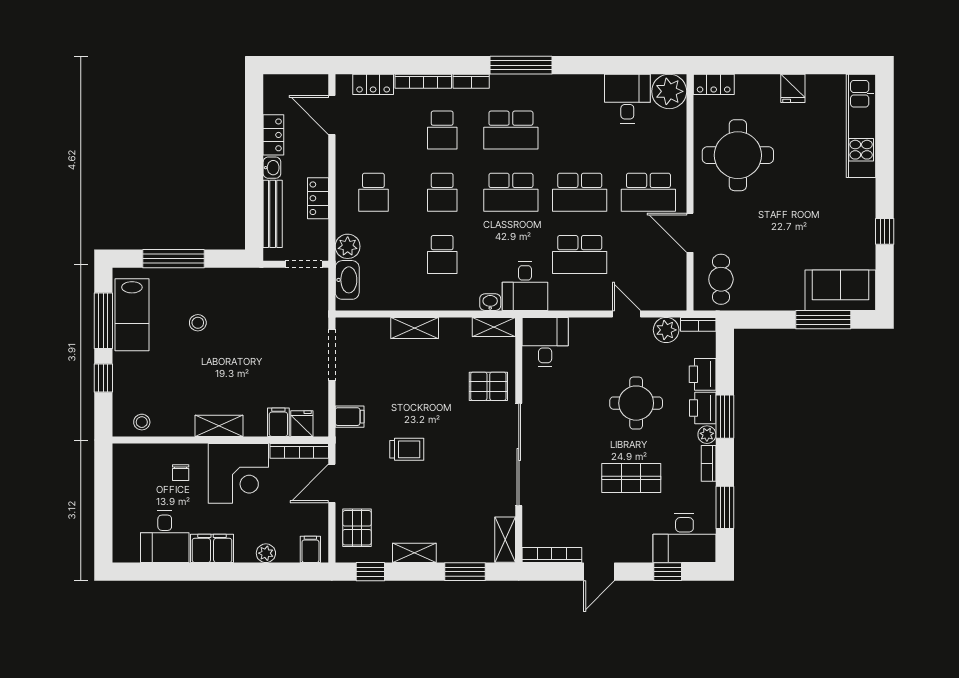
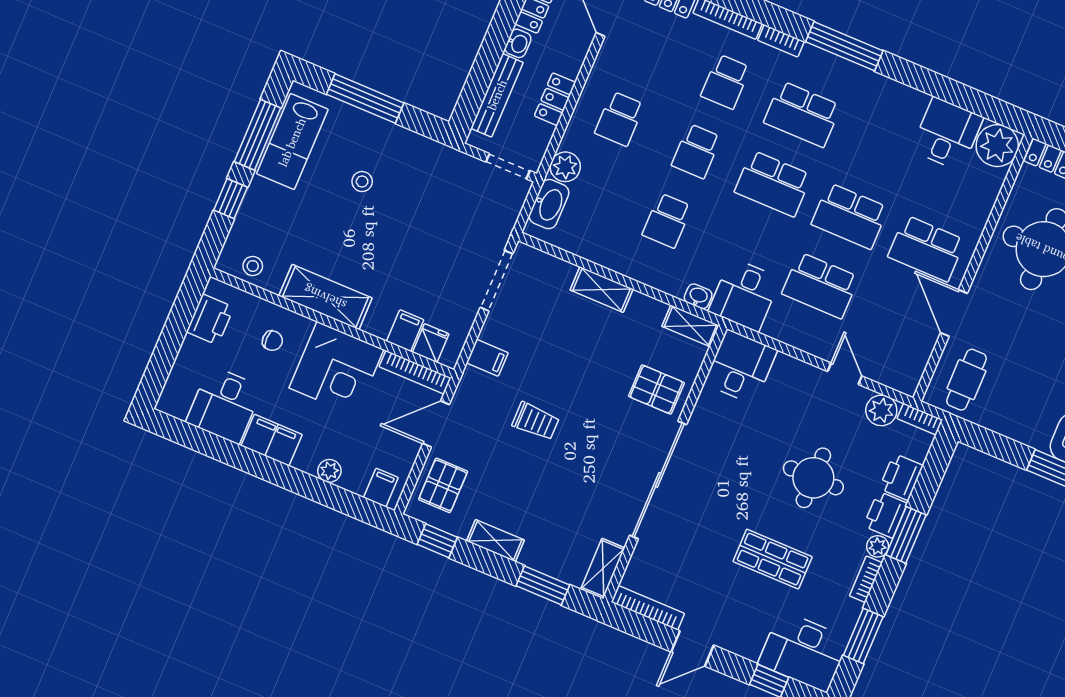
shelving: (219, 426) -> (325, 297), width x1.50, depth x1.33
chair: (181, 473) -> (272, 341), turned -90
printer: (127, 476) -> (210, 319), added

